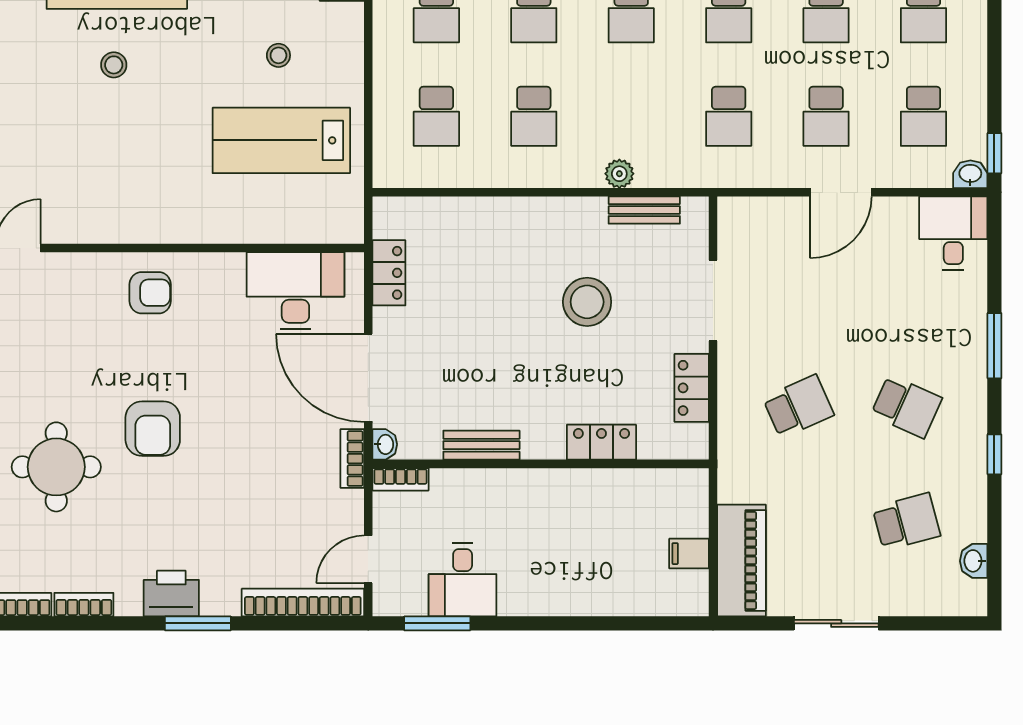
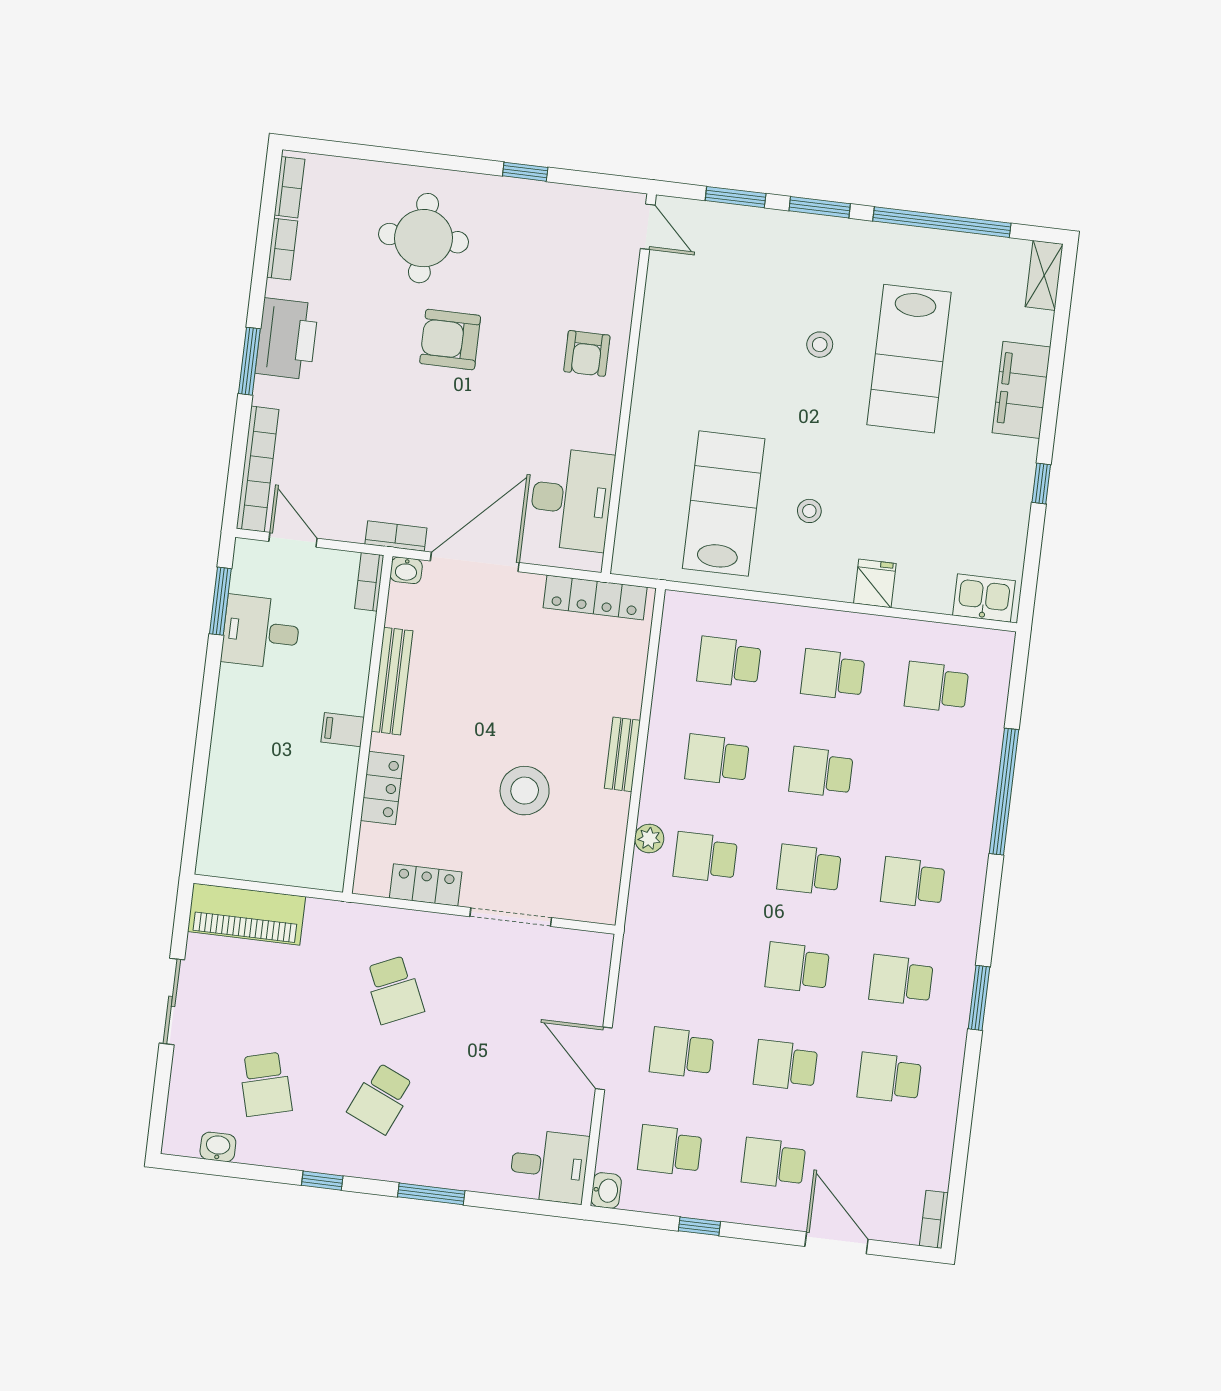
school desk: (729, 116) -> (705, 857), moved
window: (994, 153) -> (699, 1226), moved
bench: (644, 210) -> (622, 754), moved
locker: (389, 273) -> (595, 597), width x1.53
bench: (481, 445) -> (392, 681), width x1.36
filing cabinet: (689, 554) -> (343, 730), moved, turned -90
printer: (171, 594) -> (287, 339), width x1.37, depth x1.19

